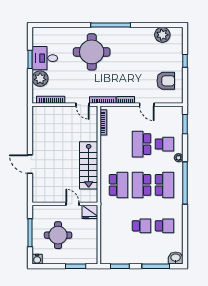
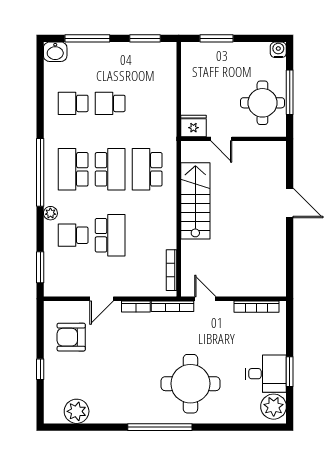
plant: (40, 79) -> (274, 407), moved
door: (147, 105) -> (102, 299), swing flipped
round table: (58, 235) -> (262, 103), moved

